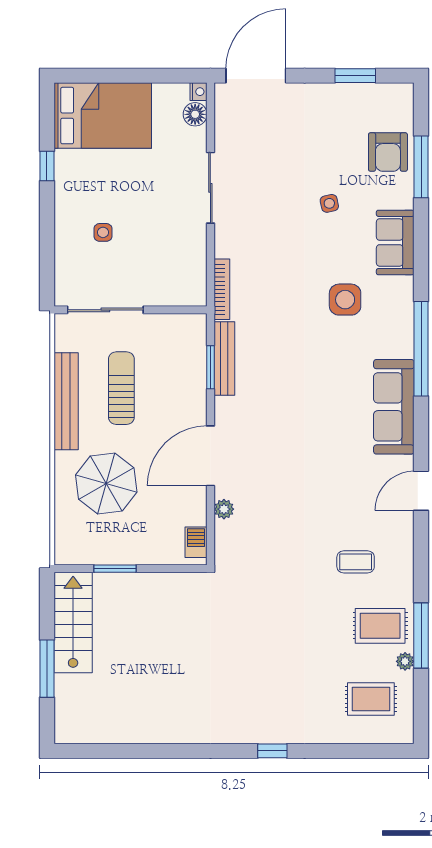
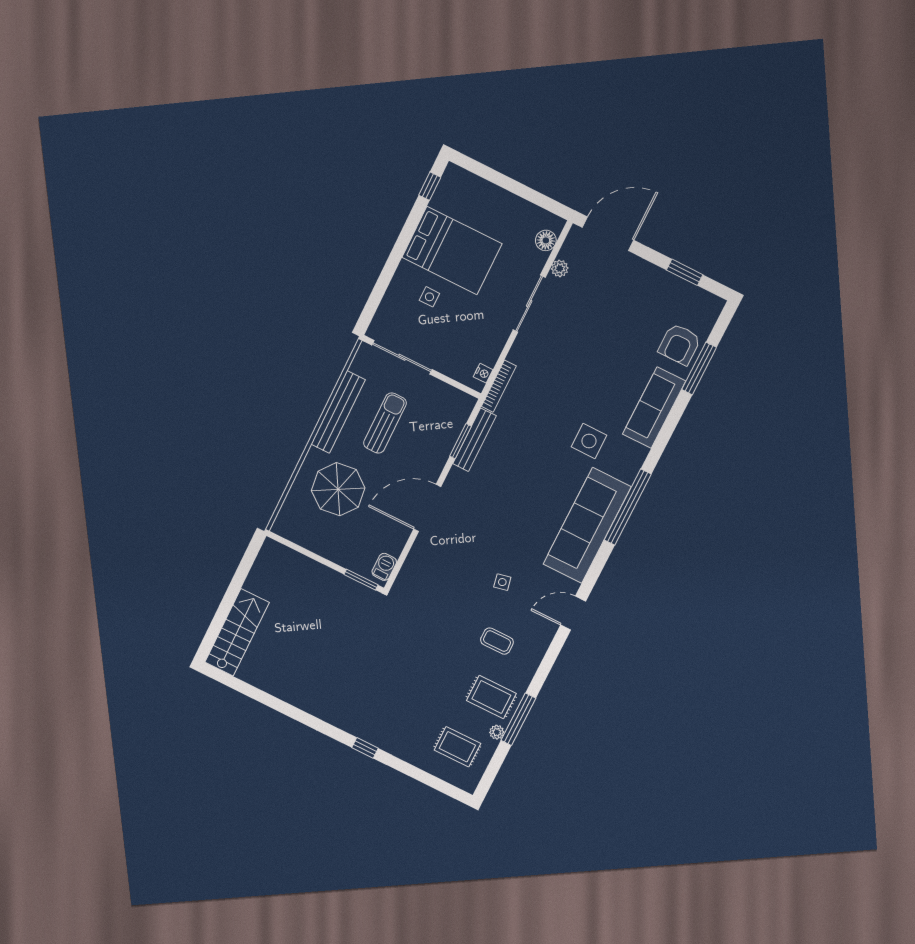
nightstand: (199, 92) -> (483, 373), moved
bed: (103, 116) -> (452, 250), moved
window: (47, 166) -> (430, 186), moved
side table: (329, 203) -> (502, 582), moved
sofa: (395, 242) -> (654, 408), width x1.36
sofa: (394, 407) -> (587, 525), width x1.36, depth x1.27
plant: (224, 509) -> (560, 268), moved
window: (115, 569) -> (361, 580), moved
stairs: (73, 623) -> (237, 632), moved
window: (47, 669) -> (226, 605), removed

